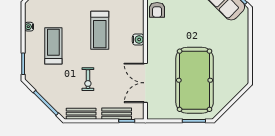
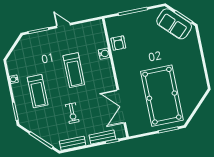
water cooler: (138, 40) -> (104, 54), moved
treadmill: (53, 46) -> (38, 91), turned 180

